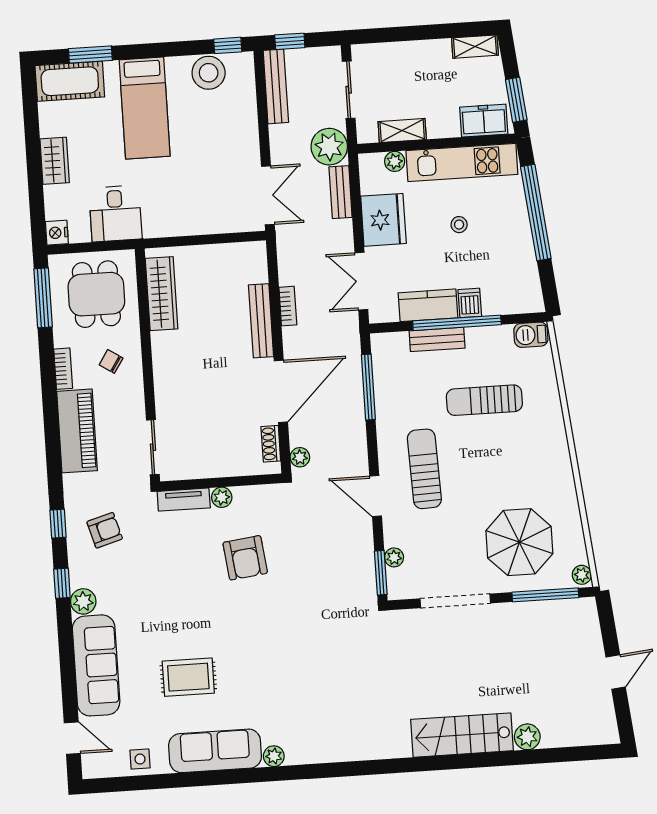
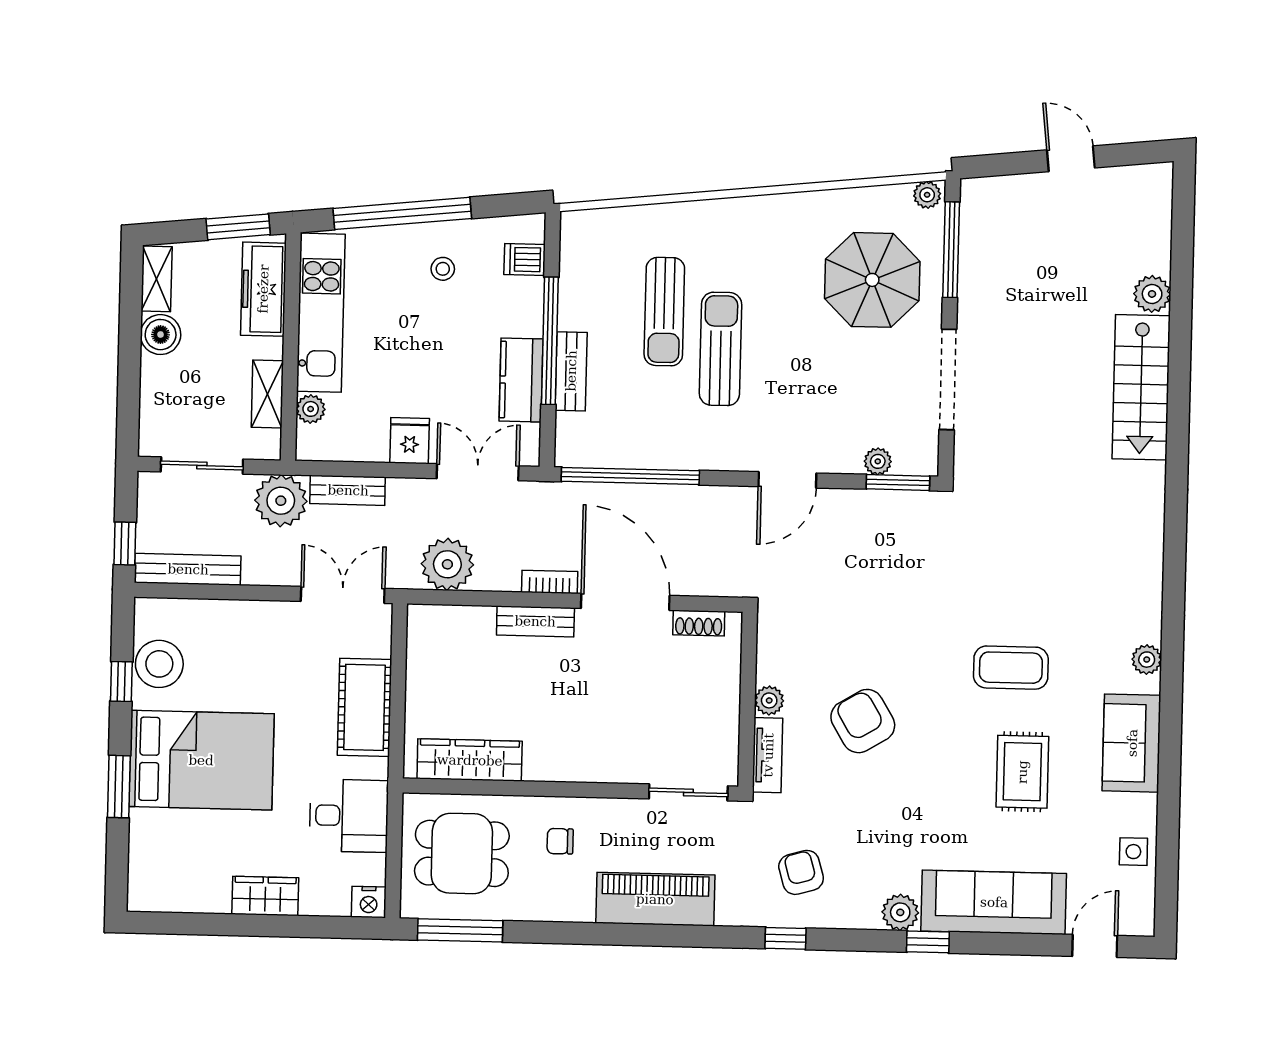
window: (228, 45) -> (121, 681), moved
boiler: (437, 53) -> (161, 335), added
window: (90, 55) -> (119, 787), moved
cot: (70, 81) -> (364, 707), moved
bed: (145, 108) -> (201, 760), width x1.50
freezer: (484, 121) -> (263, 289), width x1.40
fridge: (383, 220) -> (410, 441), width x0.53, depth x0.75
stool: (459, 225) -> (443, 269), moved
double door: (361, 281) -> (478, 472), swing flipped
dishwasher: (470, 303) -> (525, 260), moved
bookcase: (288, 306) -> (550, 582), moved
bench: (261, 321) -> (535, 621), width x0.73
barbecue: (531, 335) -> (577, 236), removed
chair: (111, 361) -> (560, 841), turned 57
bookcase: (63, 369) -> (564, 911), removed
window: (368, 387) -> (630, 476), width x1.46
plant: (300, 457) -> (447, 564), moved, width x1.88, depth x1.88
sun lounger: (424, 469) -> (720, 349), moved, turned 92
armchair: (245, 558) -> (863, 721), moved, turned -114
window: (62, 583) -> (928, 942), moved
coffee table: (260, 663) -> (1011, 668), added
sofa: (215, 751) -> (1132, 743), width x0.73

